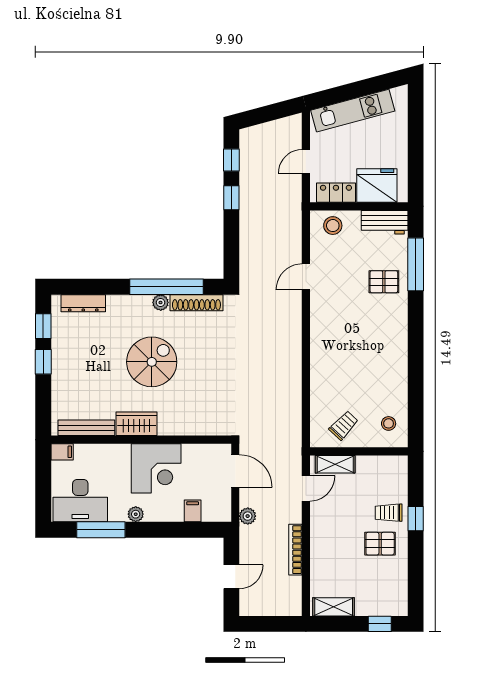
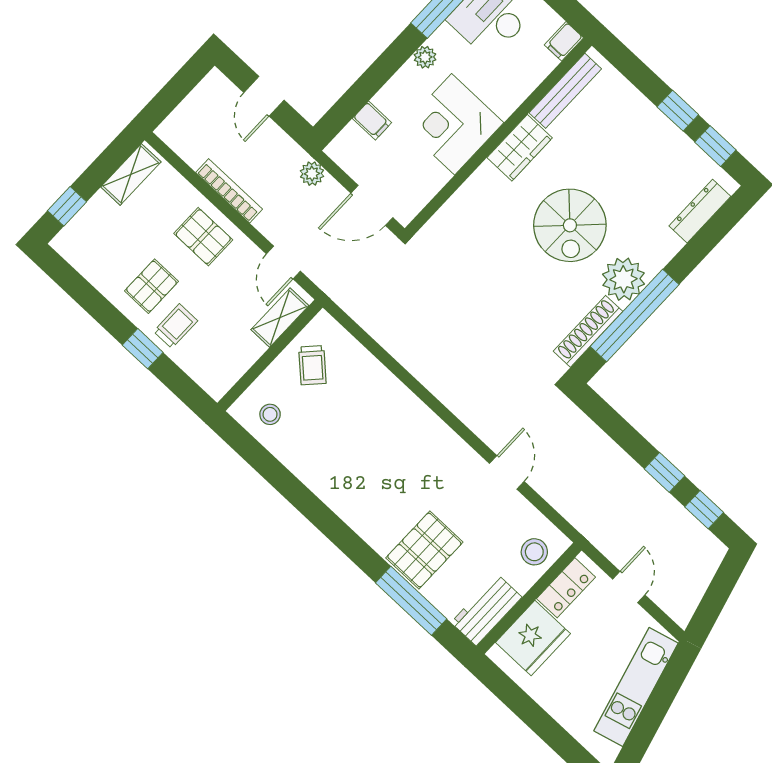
pallet: (384, 282) -> (424, 550), width x1.50, depth x1.42
plant: (161, 303) -> (624, 279), width x1.87, depth x1.87
pallet: (331, 541) -> (203, 237), added

